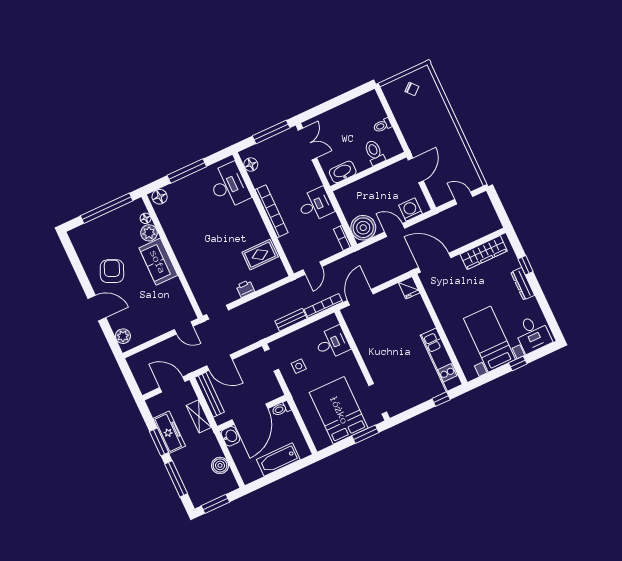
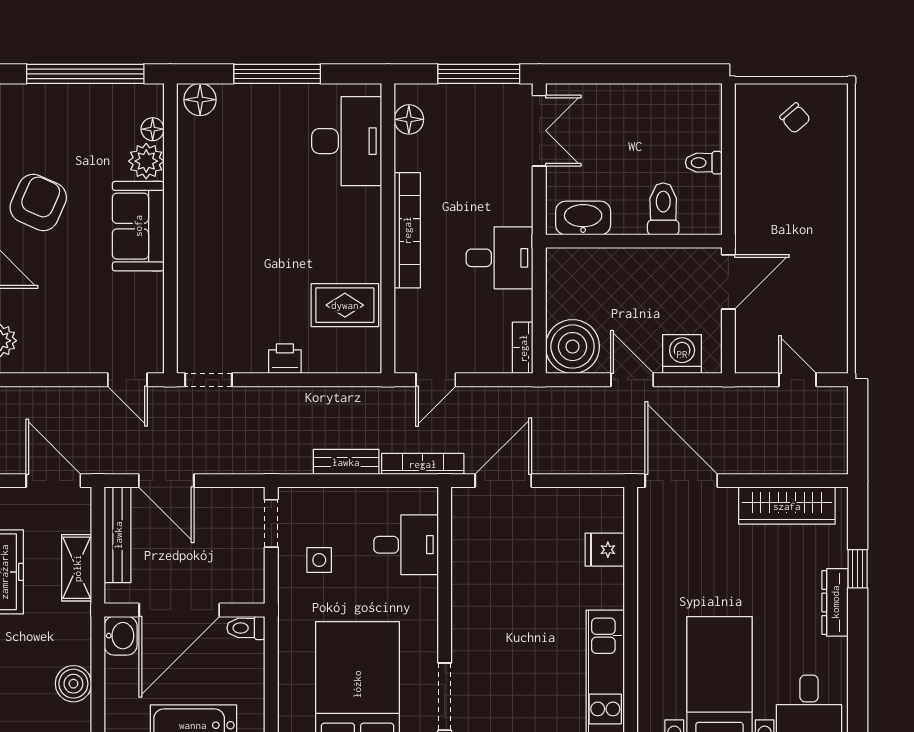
fridge: (409, 288) -> (605, 550), moved, turned 90

